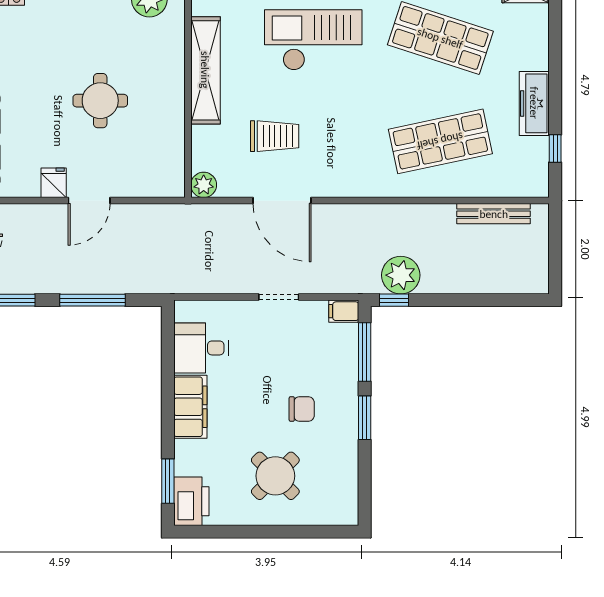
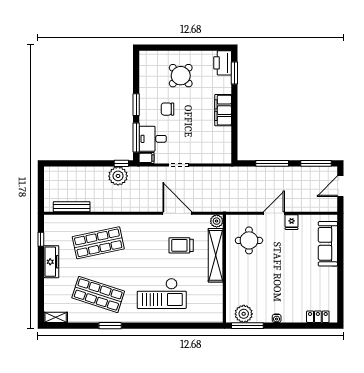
shelving: (205, 70) -> (216, 255), moved
round table: (100, 101) -> (249, 240), moved
desk: (201, 348) -> (153, 139), moved, turned 180

